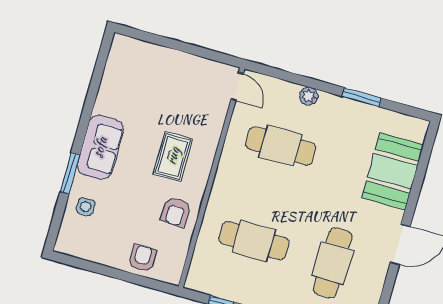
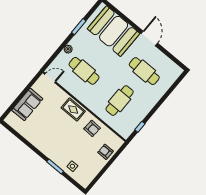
cafe table: (281, 146) -> (84, 71), turned 90
sofa: (100, 147) -> (27, 104), moved, turned 90
rug: (173, 156) -> (73, 110), moved
booth: (393, 171) -> (114, 31), width x1.36, depth x1.42

